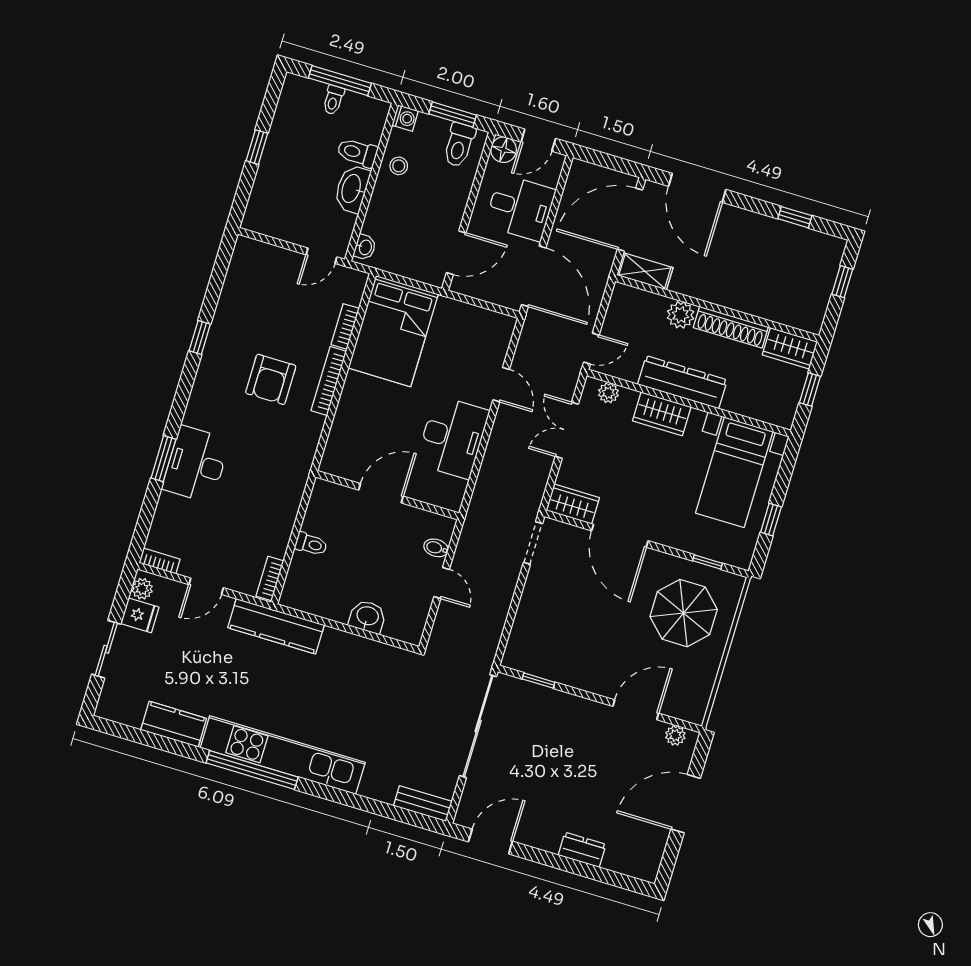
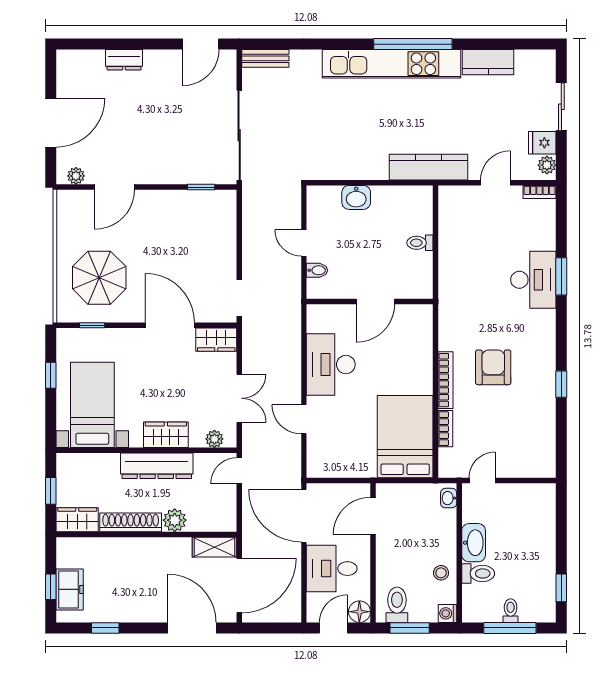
window: (257, 147) -> (561, 588), moved
freezer: (822, 272) -> (70, 589), added
bookcase: (270, 578) -> (445, 205), removed

